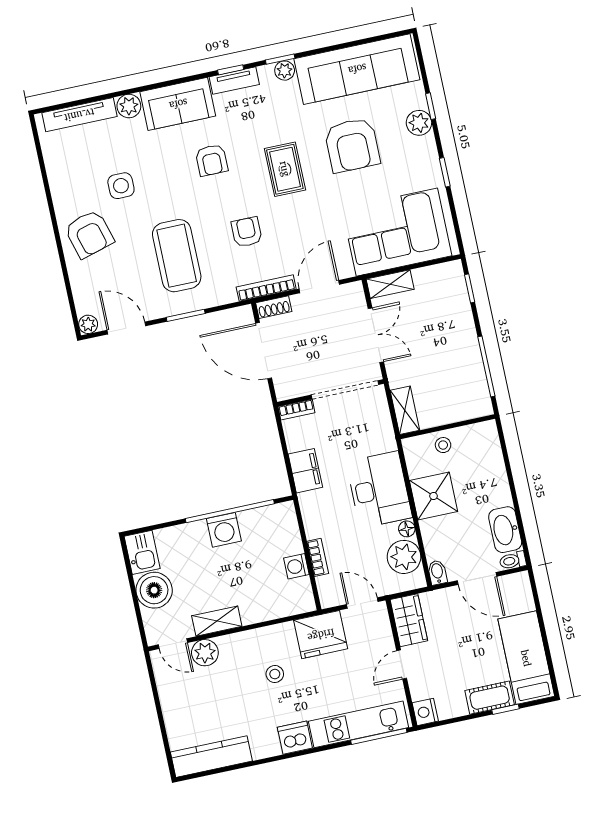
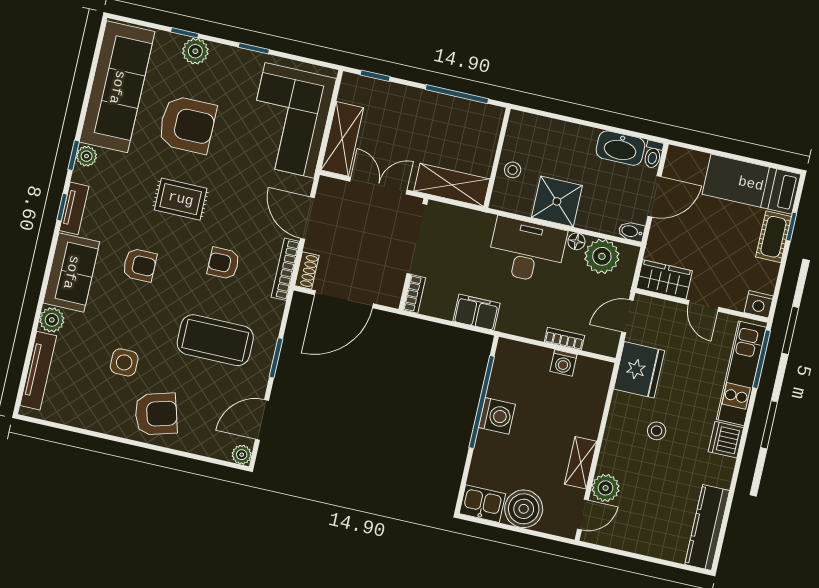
shelving: (390, 284) -> (342, 139), width x1.50, depth x1.33
shelving: (405, 410) -> (452, 185), width x1.50, depth x1.33

